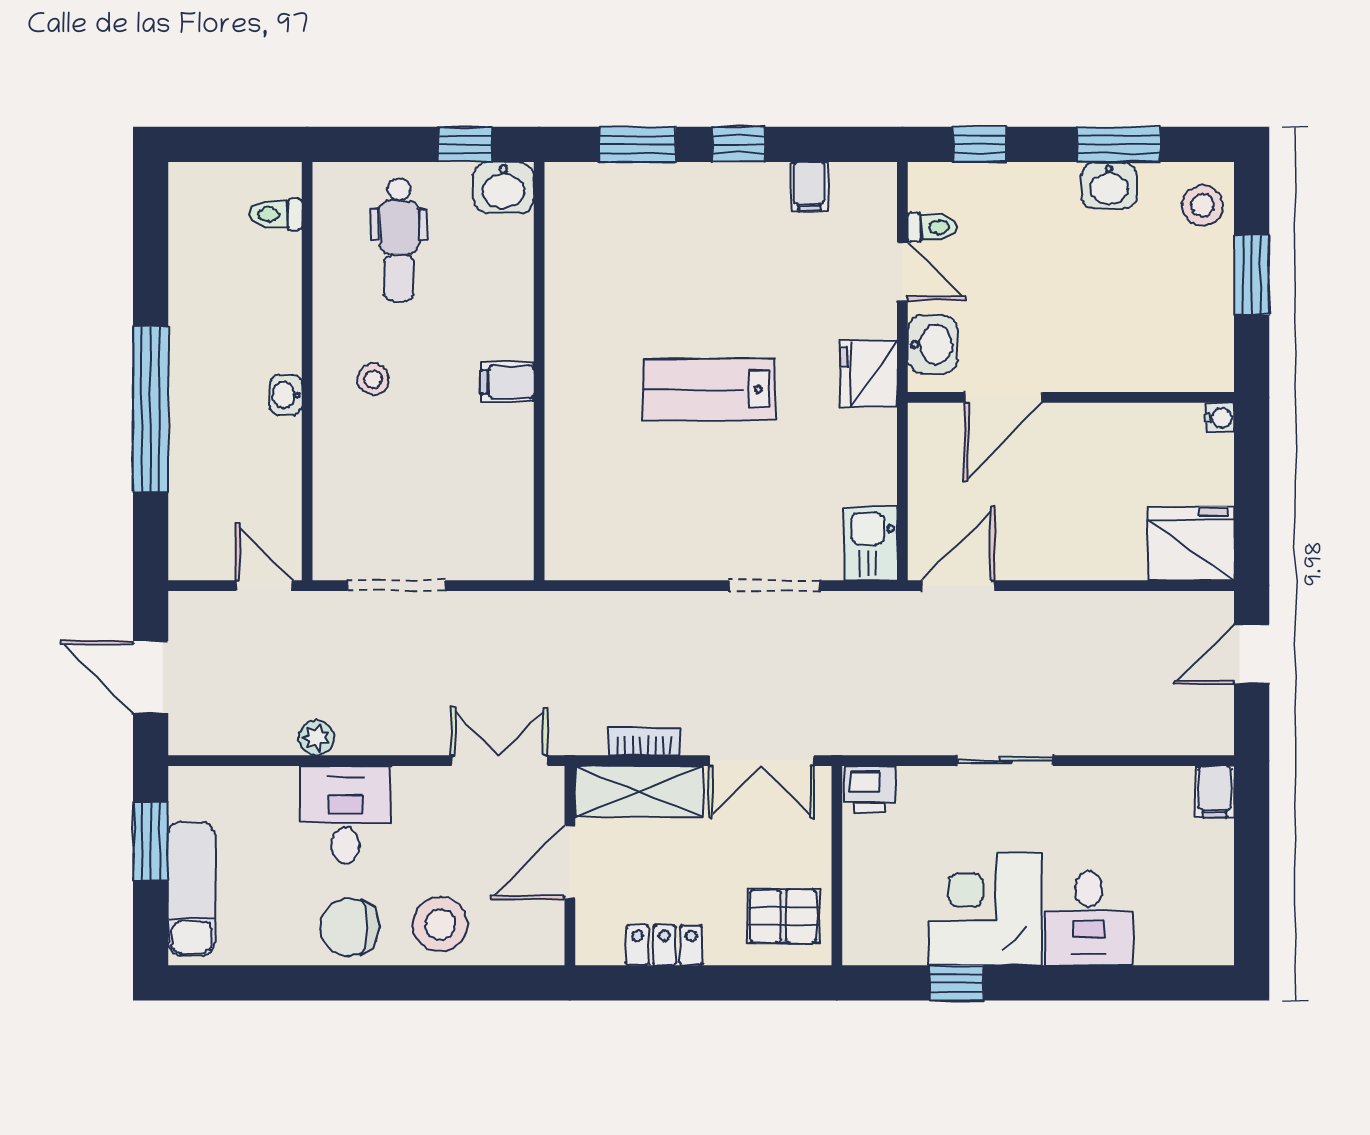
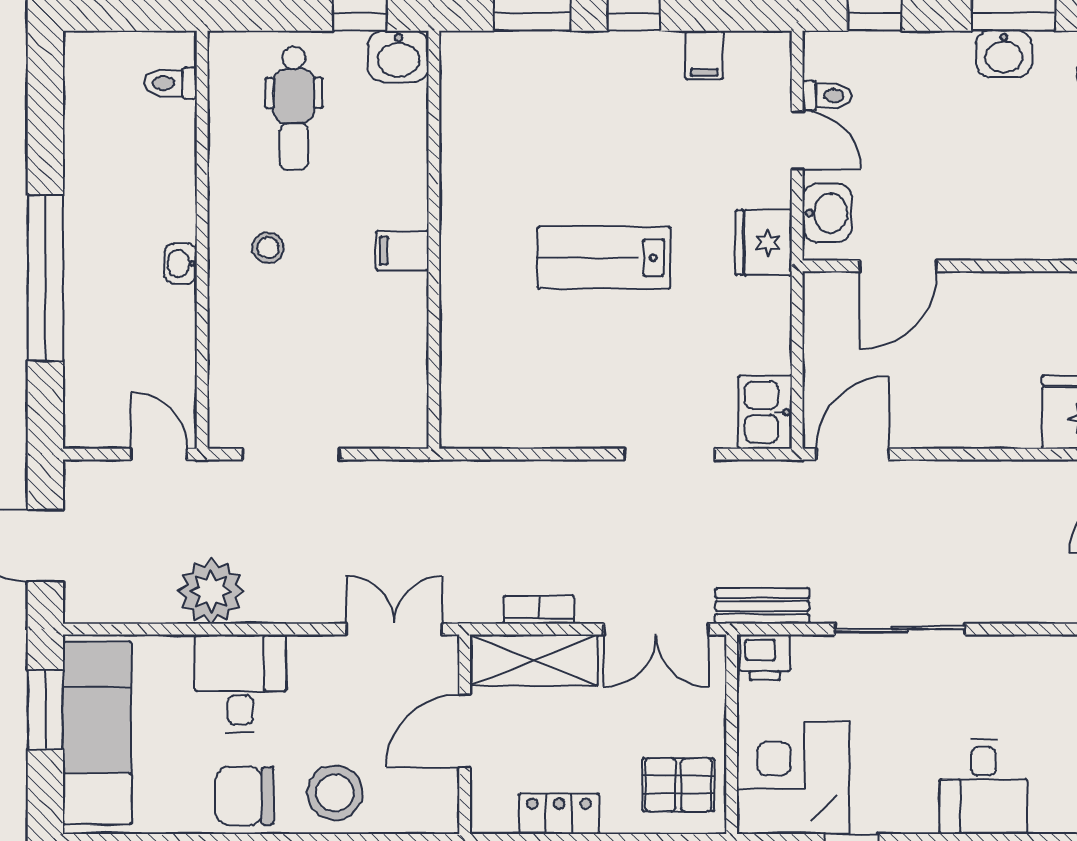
bench: (867, 737) -> (762, 606), added
plant: (316, 738) -> (211, 591), width x1.88, depth x1.88
sliding door: (1005, 761) -> (900, 629), width x1.37
exam couch: (192, 889) -> (97, 733), width x1.36, depth x1.45
corner desk: (985, 909) -> (793, 778), moved

